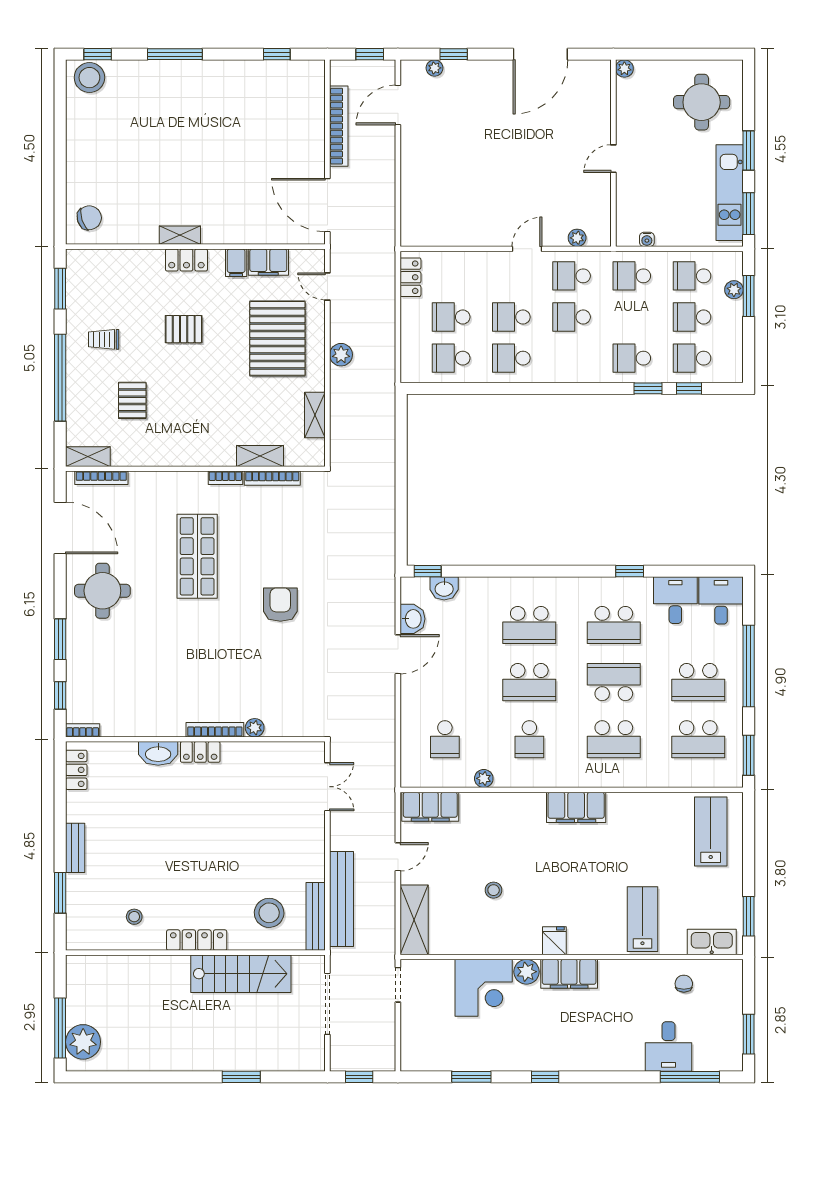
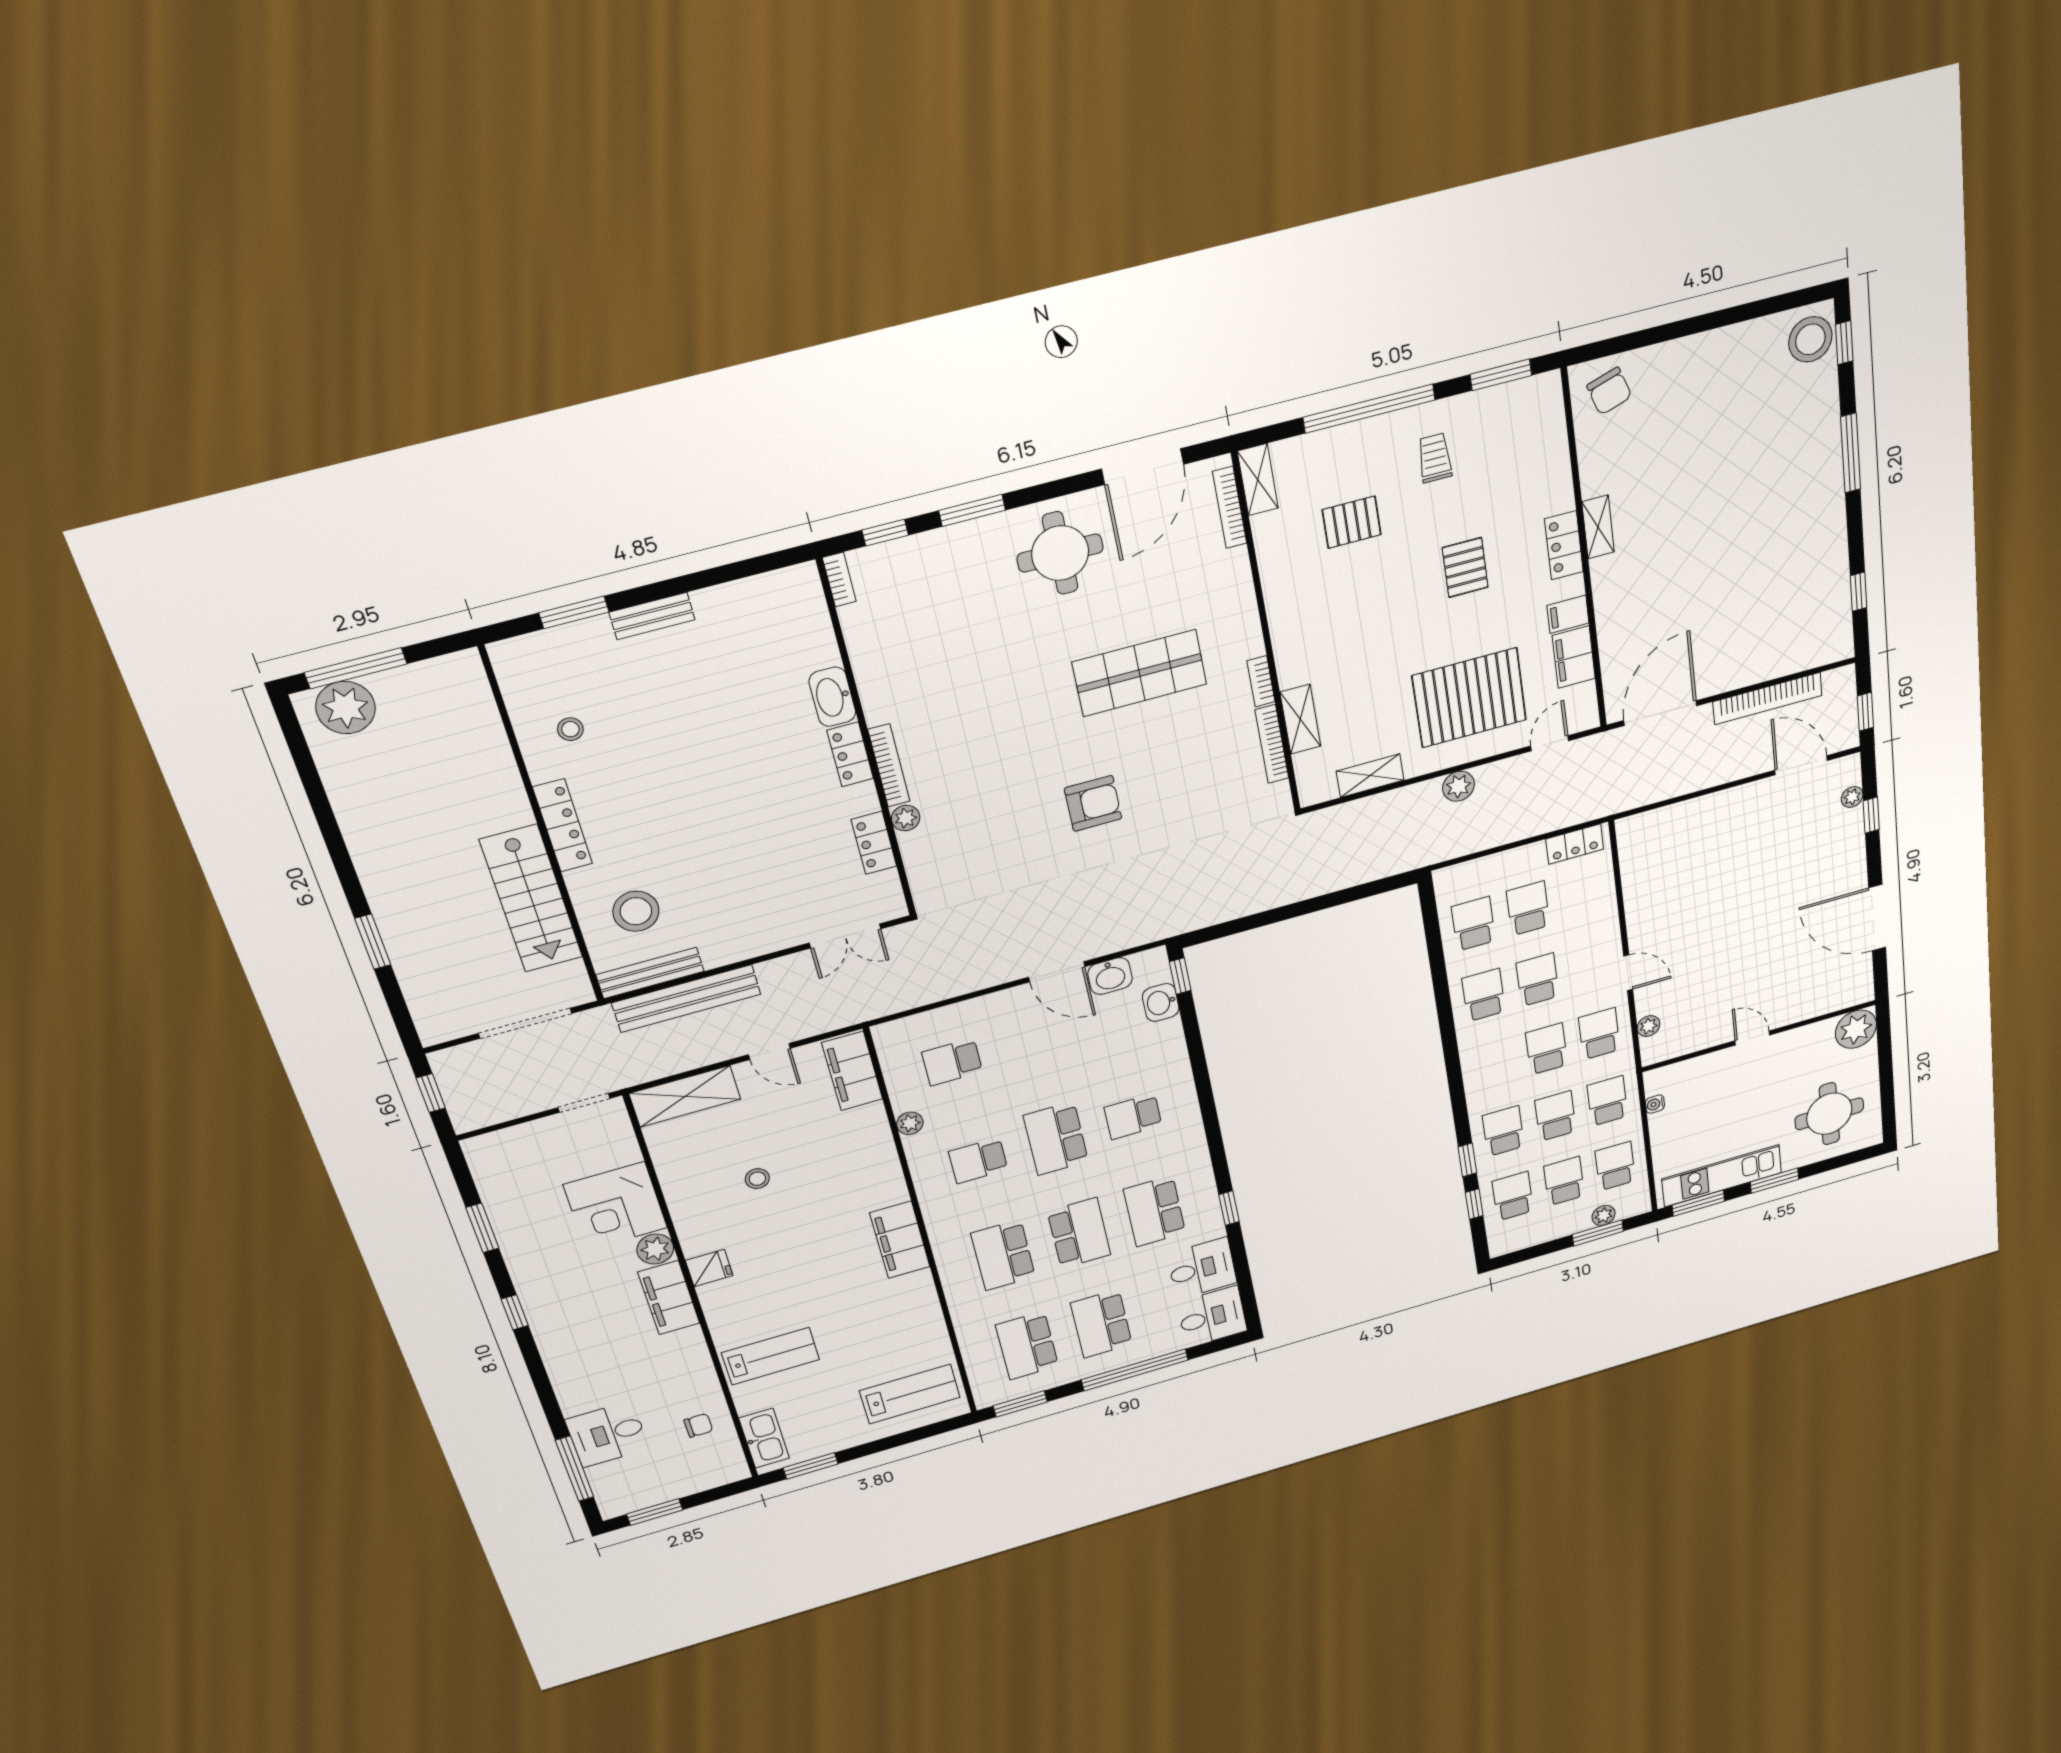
plant: (624, 69) -> (1856, 1029), width x1.88, depth x1.88
school desk: (632, 317) -> (1555, 1116), added
school desk: (529, 625) -> (1133, 1117), width x0.54
locker: (76, 770) -> (874, 843), moved, turned 90

